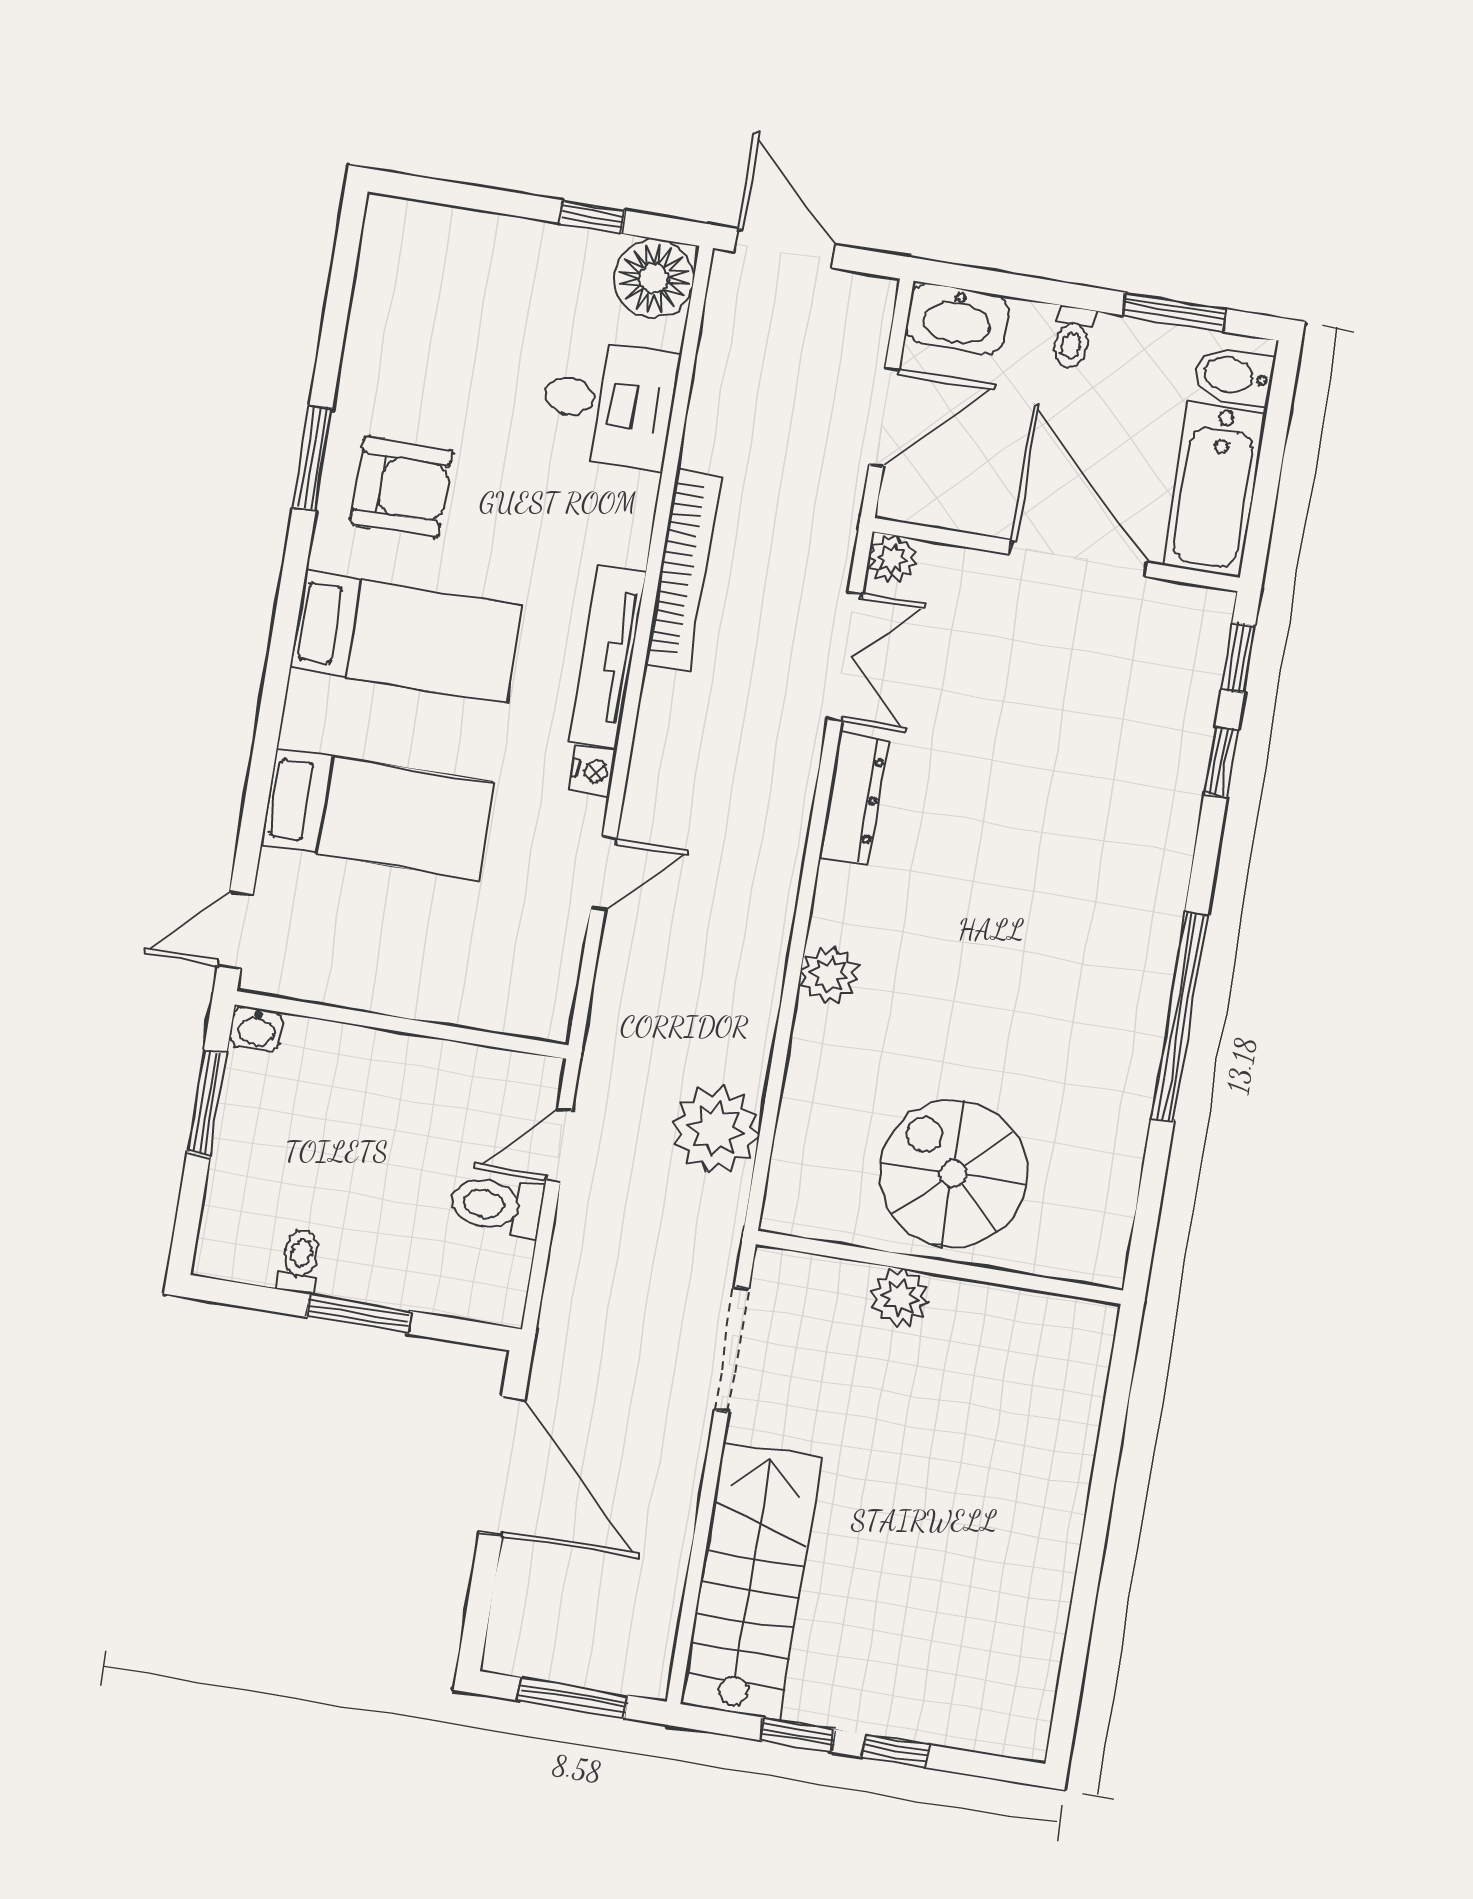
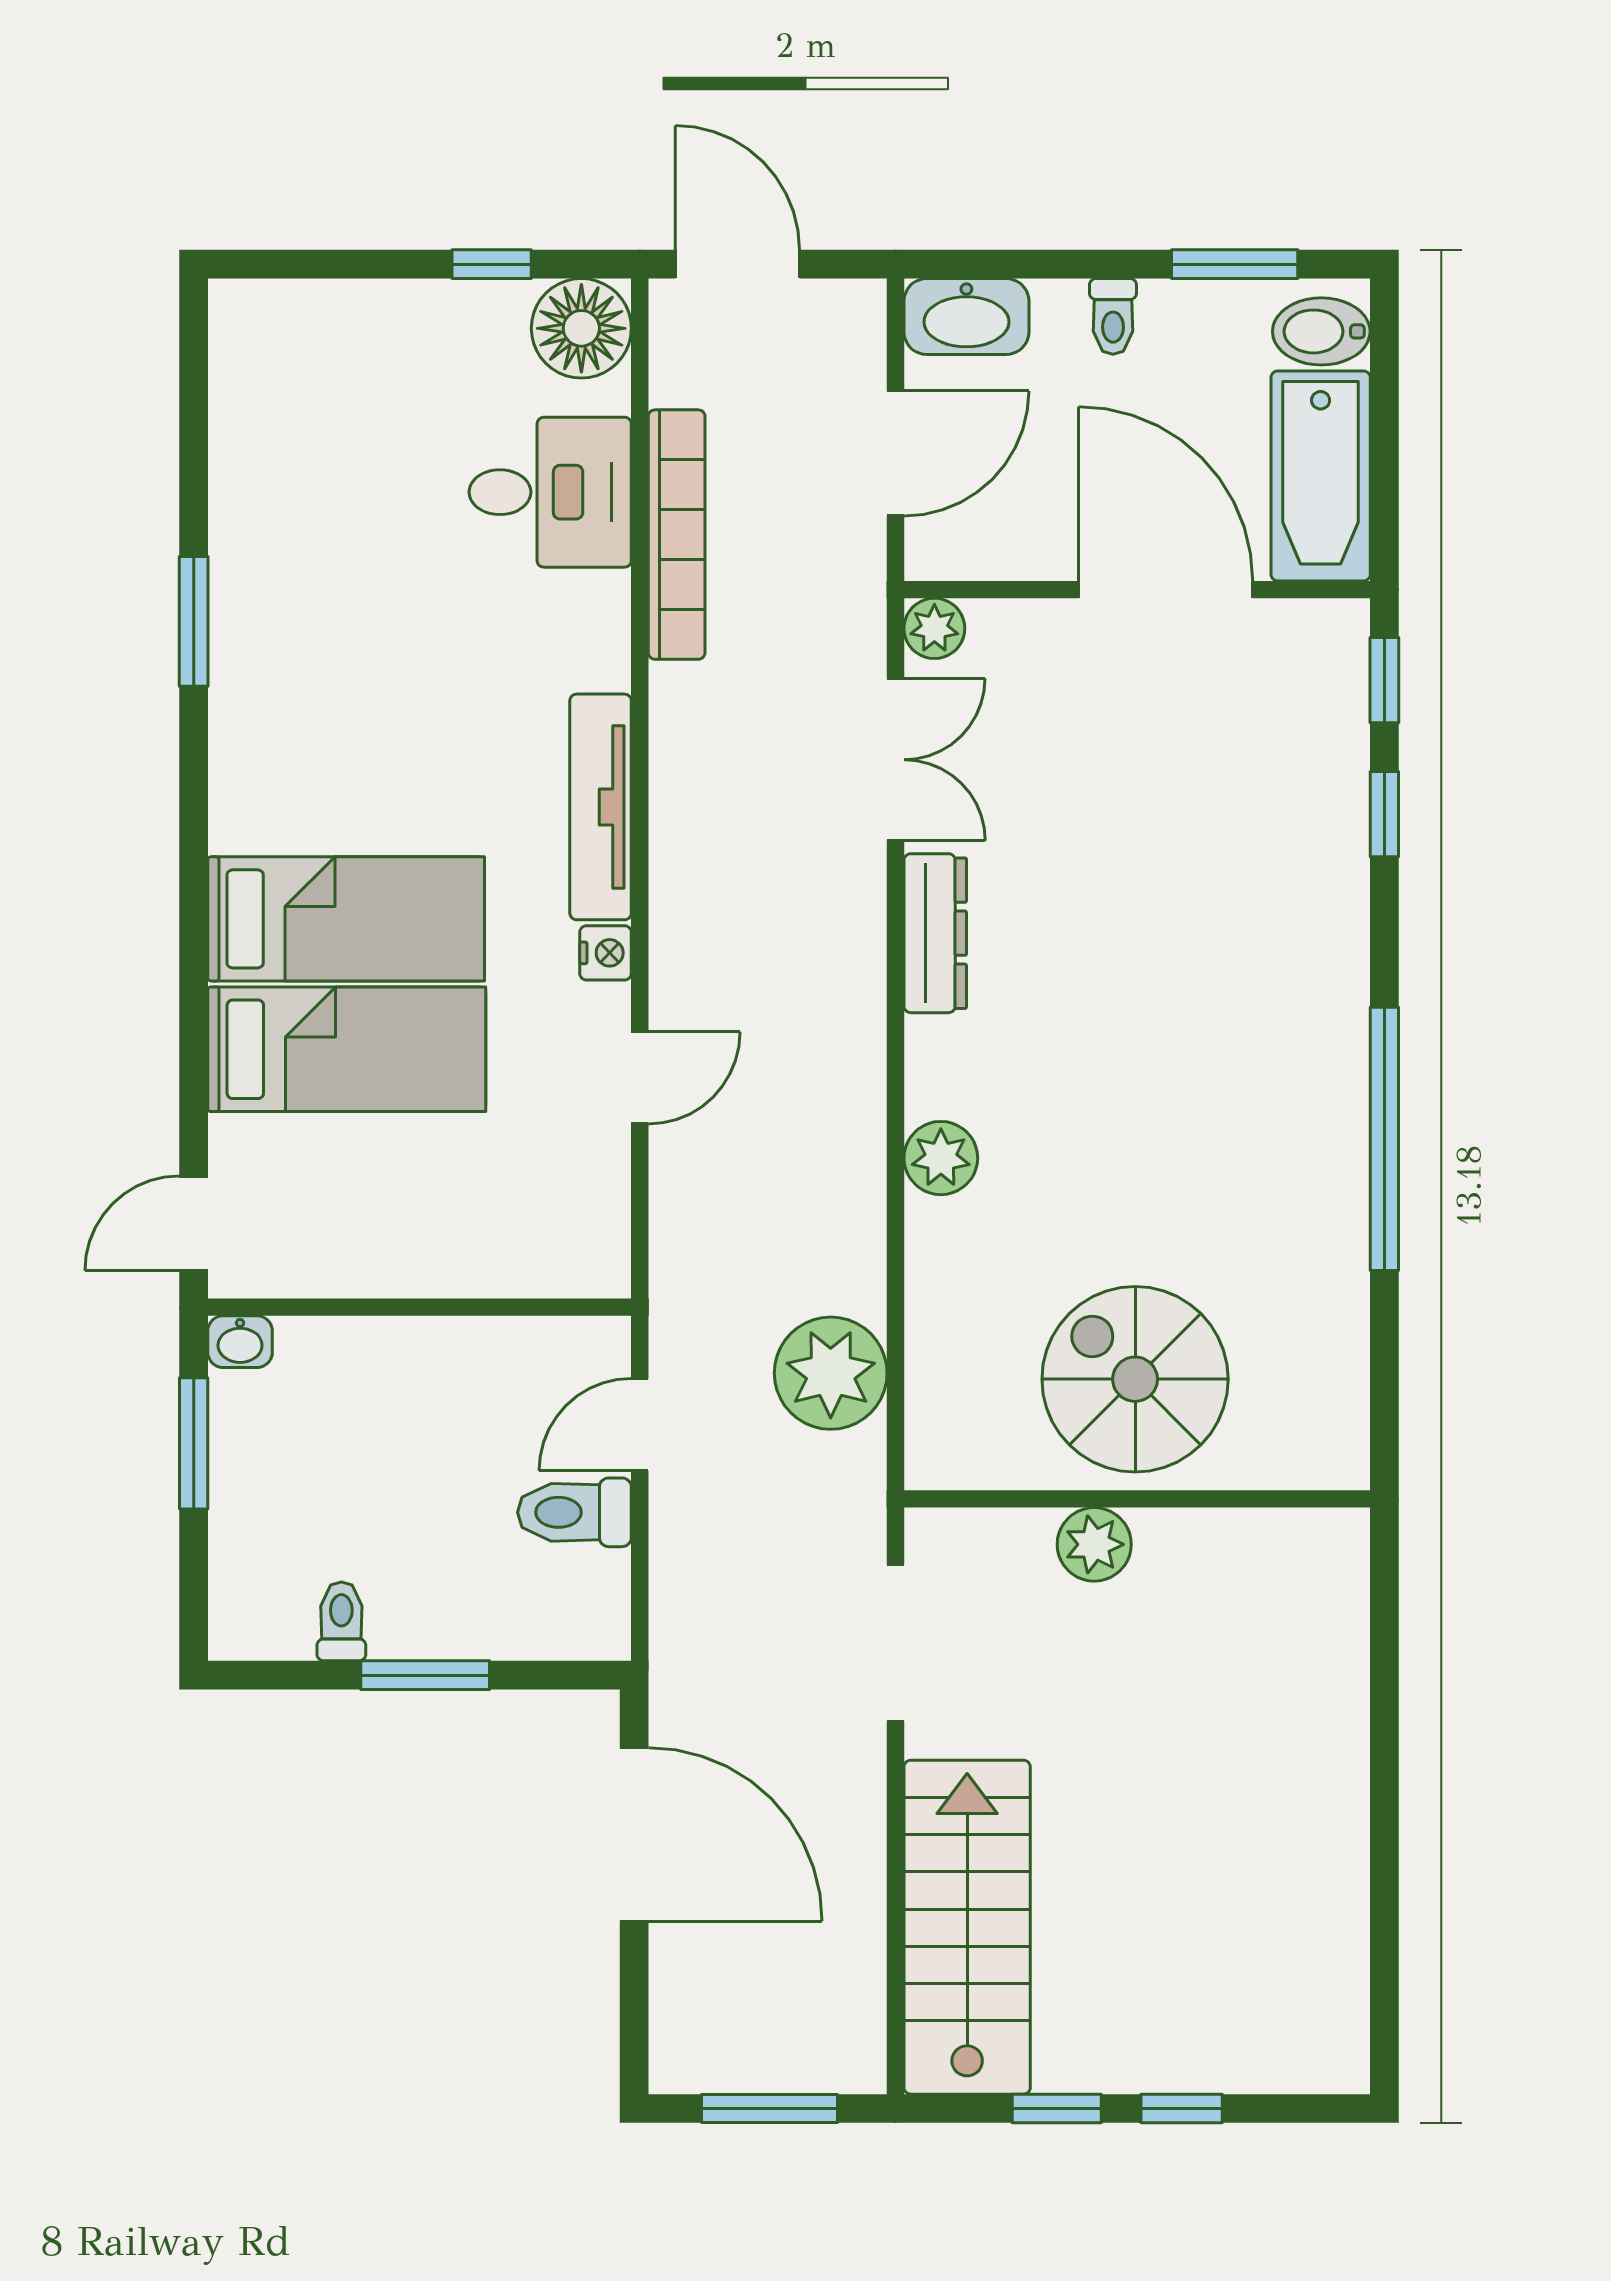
armchair: (401, 487) -> (310, 639), removed
bookcase: (683, 570) -> (677, 535), moved
bed: (406, 637) -> (346, 919), moved

